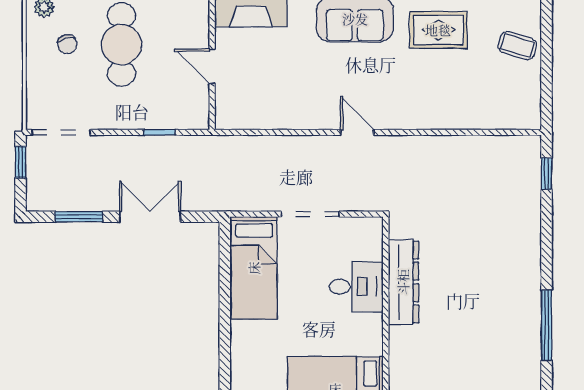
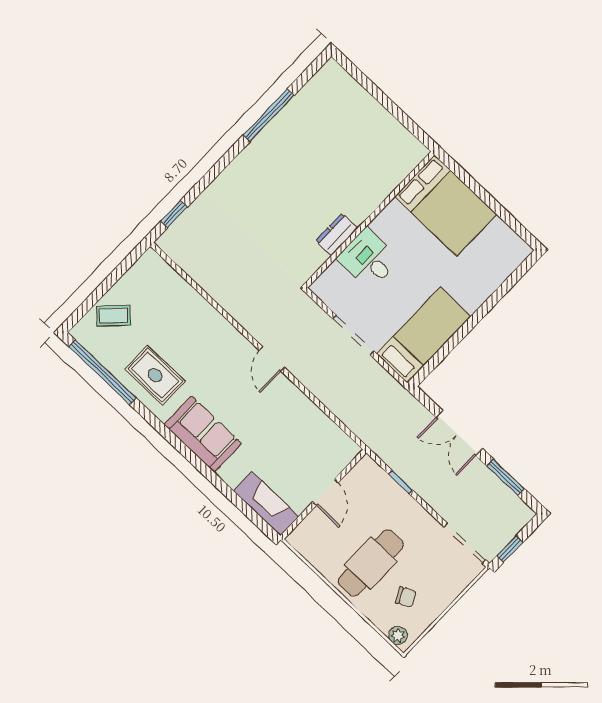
chair: (67, 44) -> (406, 597), turned 76
coffee table: (517, 46) -> (113, 316), turned -62
dresser: (403, 282) -> (337, 234), width x0.51, depth x0.80

